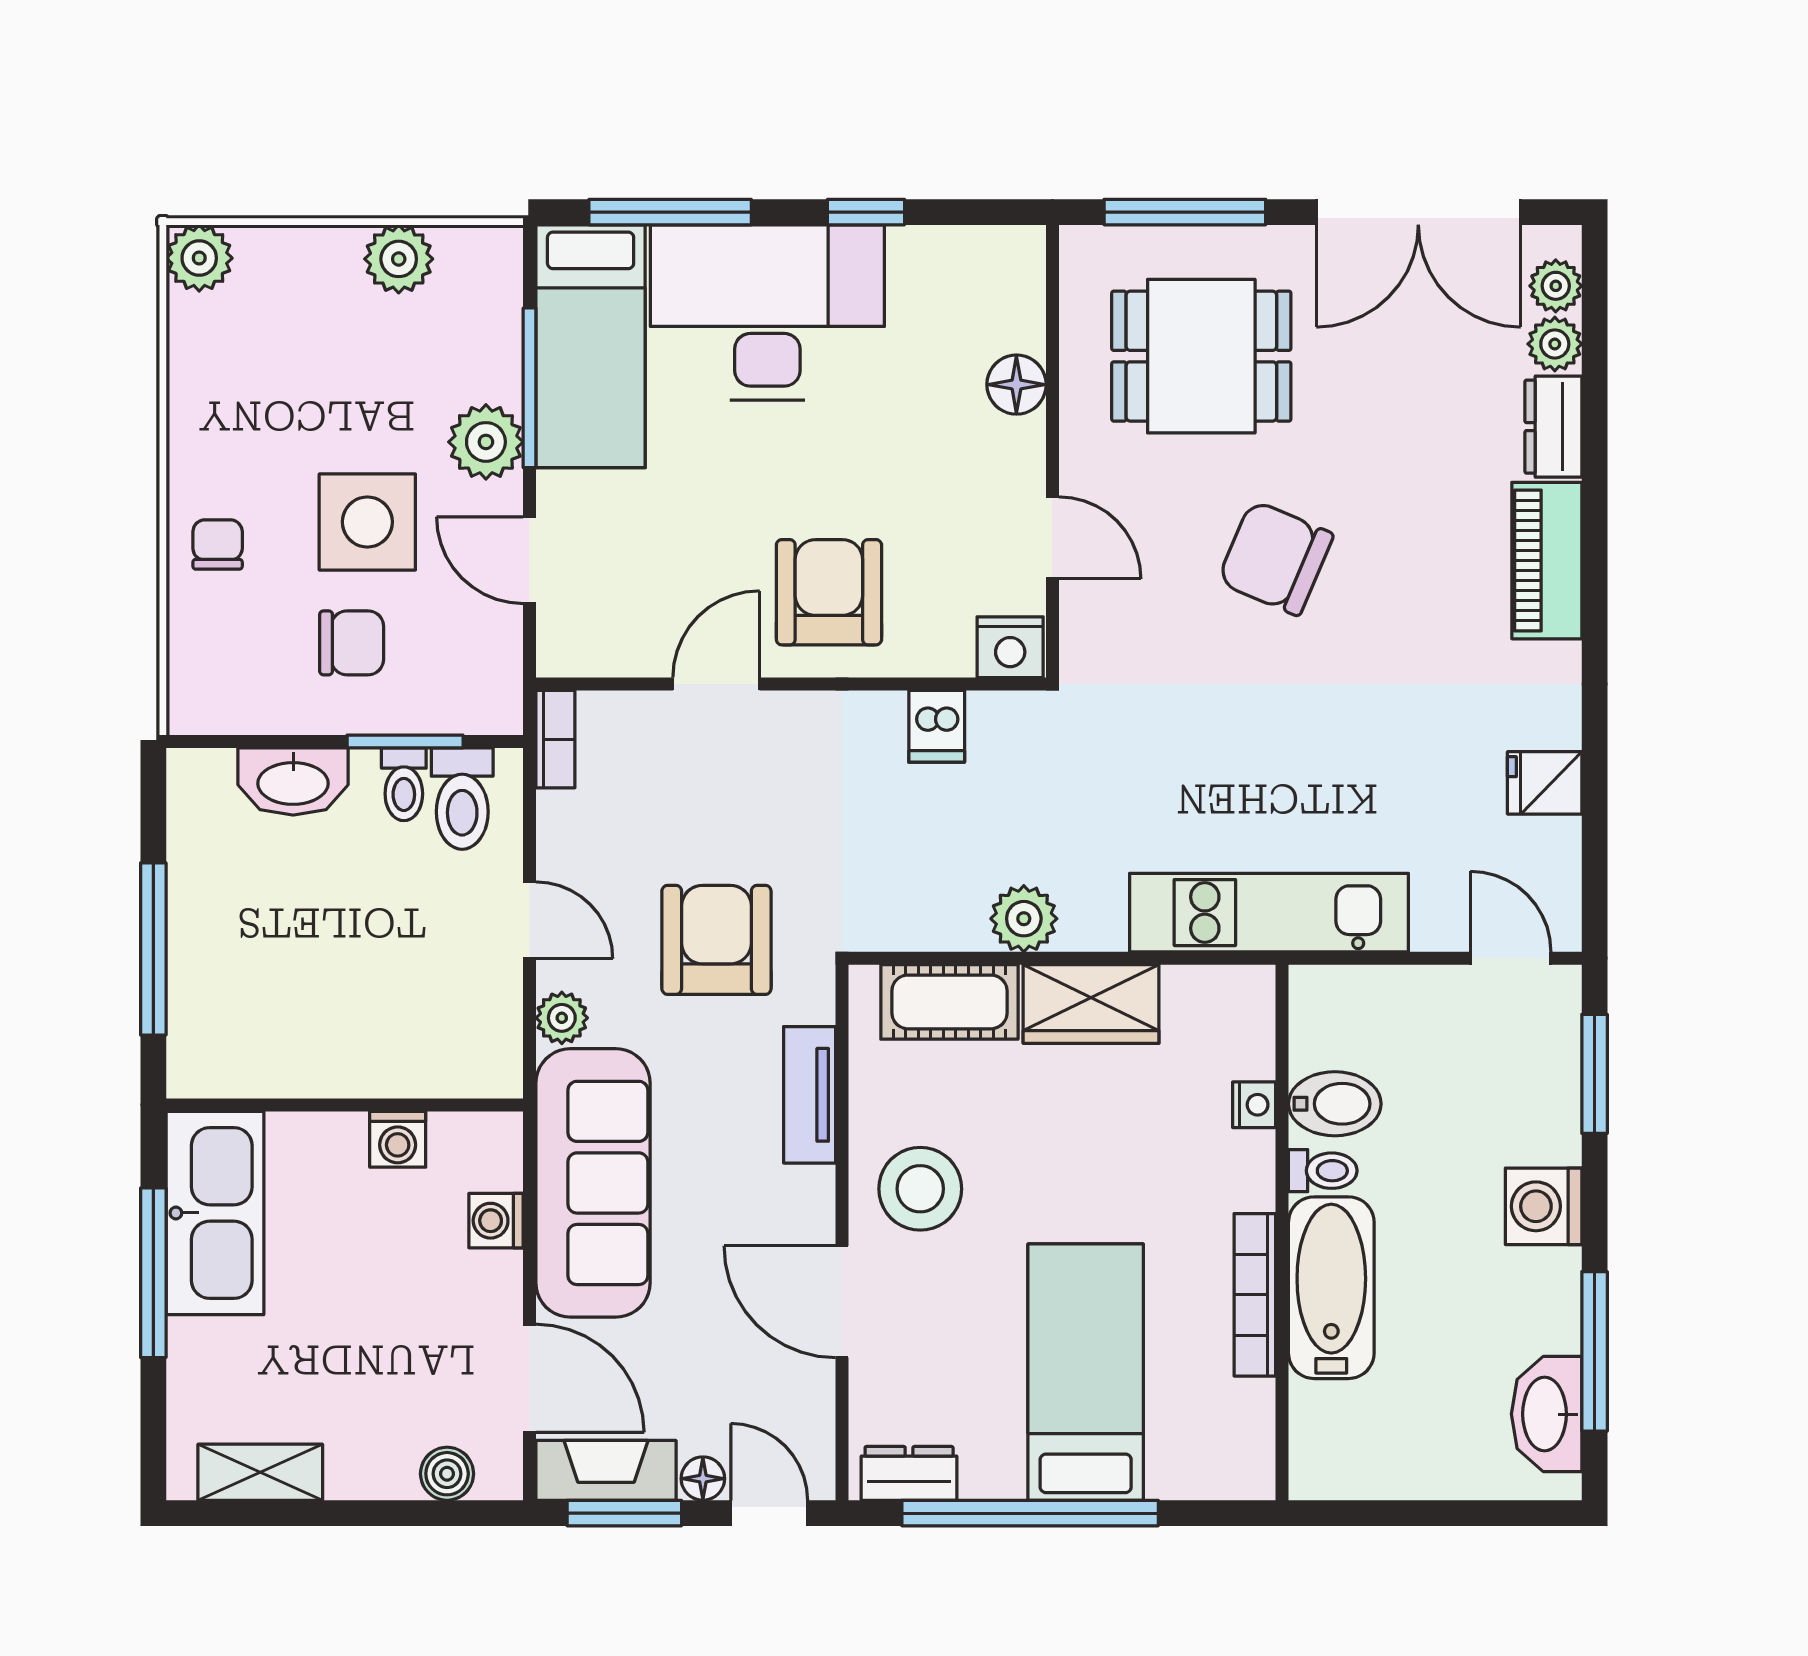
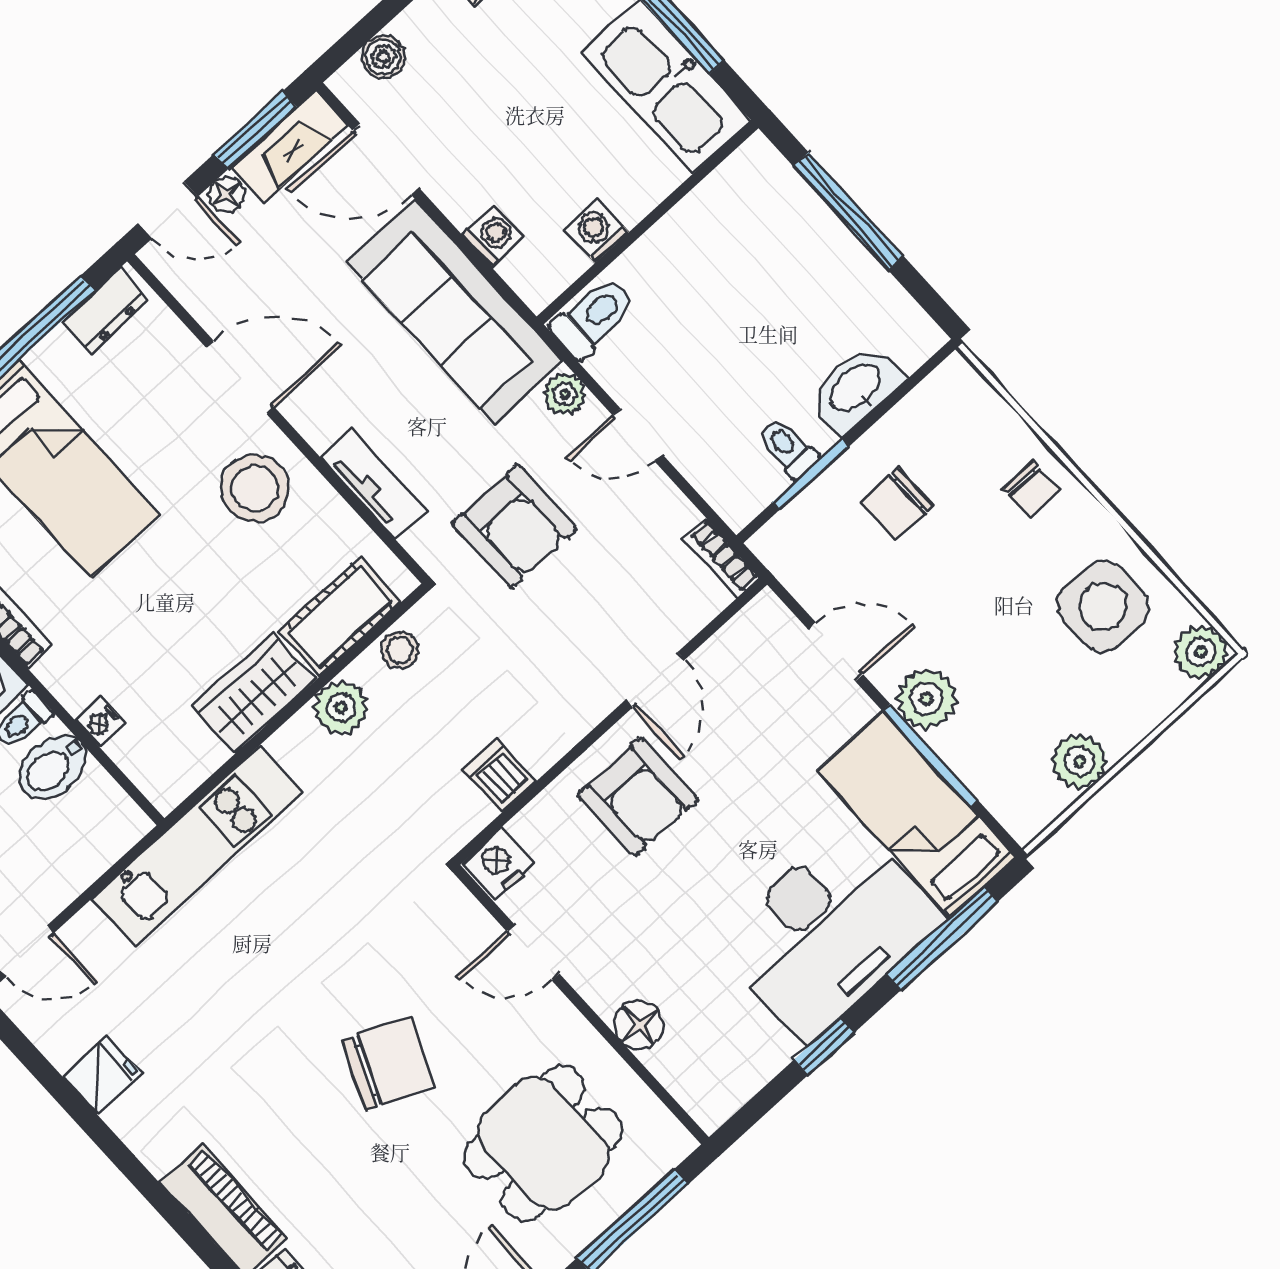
side table: (367, 522) -> (1103, 606), moved
toilet: (462, 799) -> (593, 317), moved, turned 90
stool: (923, 922) -> (400, 650), added

